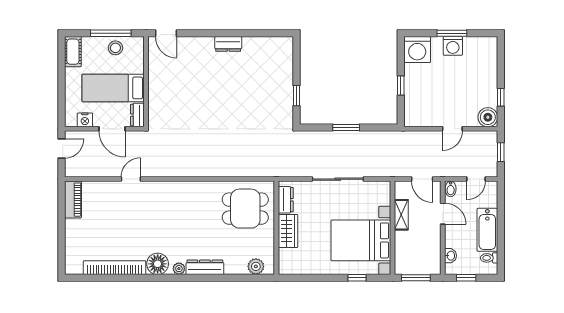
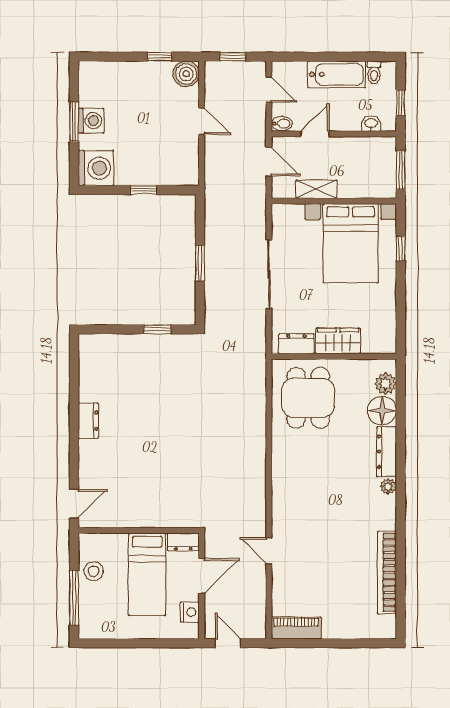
window: (111, 33) -> (74, 598), moved
cot: (73, 52) -> (99, 628), removed
door: (422, 179) -> (269, 162), hinge flipped
floor lamp: (158, 264) -> (382, 411), moved

